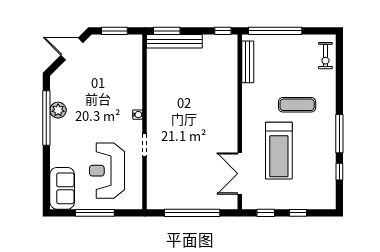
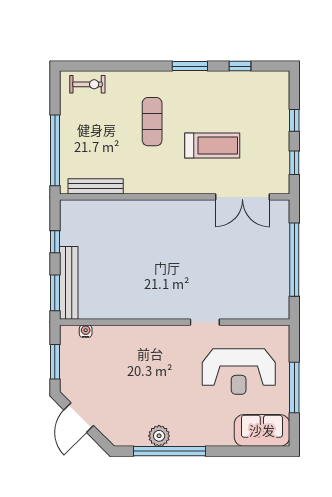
window: (223, 31) -> (55, 242), moved
water cooler: (138, 115) -> (86, 331), moved
window: (339, 134) -> (190, 66), width x0.69
treadmill: (279, 151) -> (212, 146), width x0.73, depth x0.73

